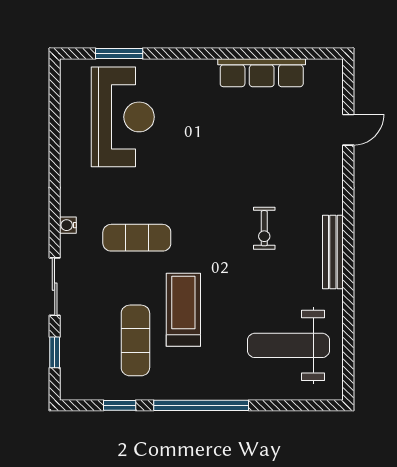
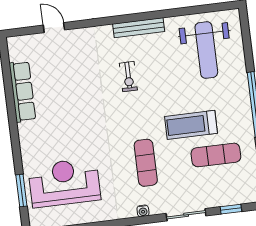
exercise bike: (264, 228) -> (128, 77), turned 90

